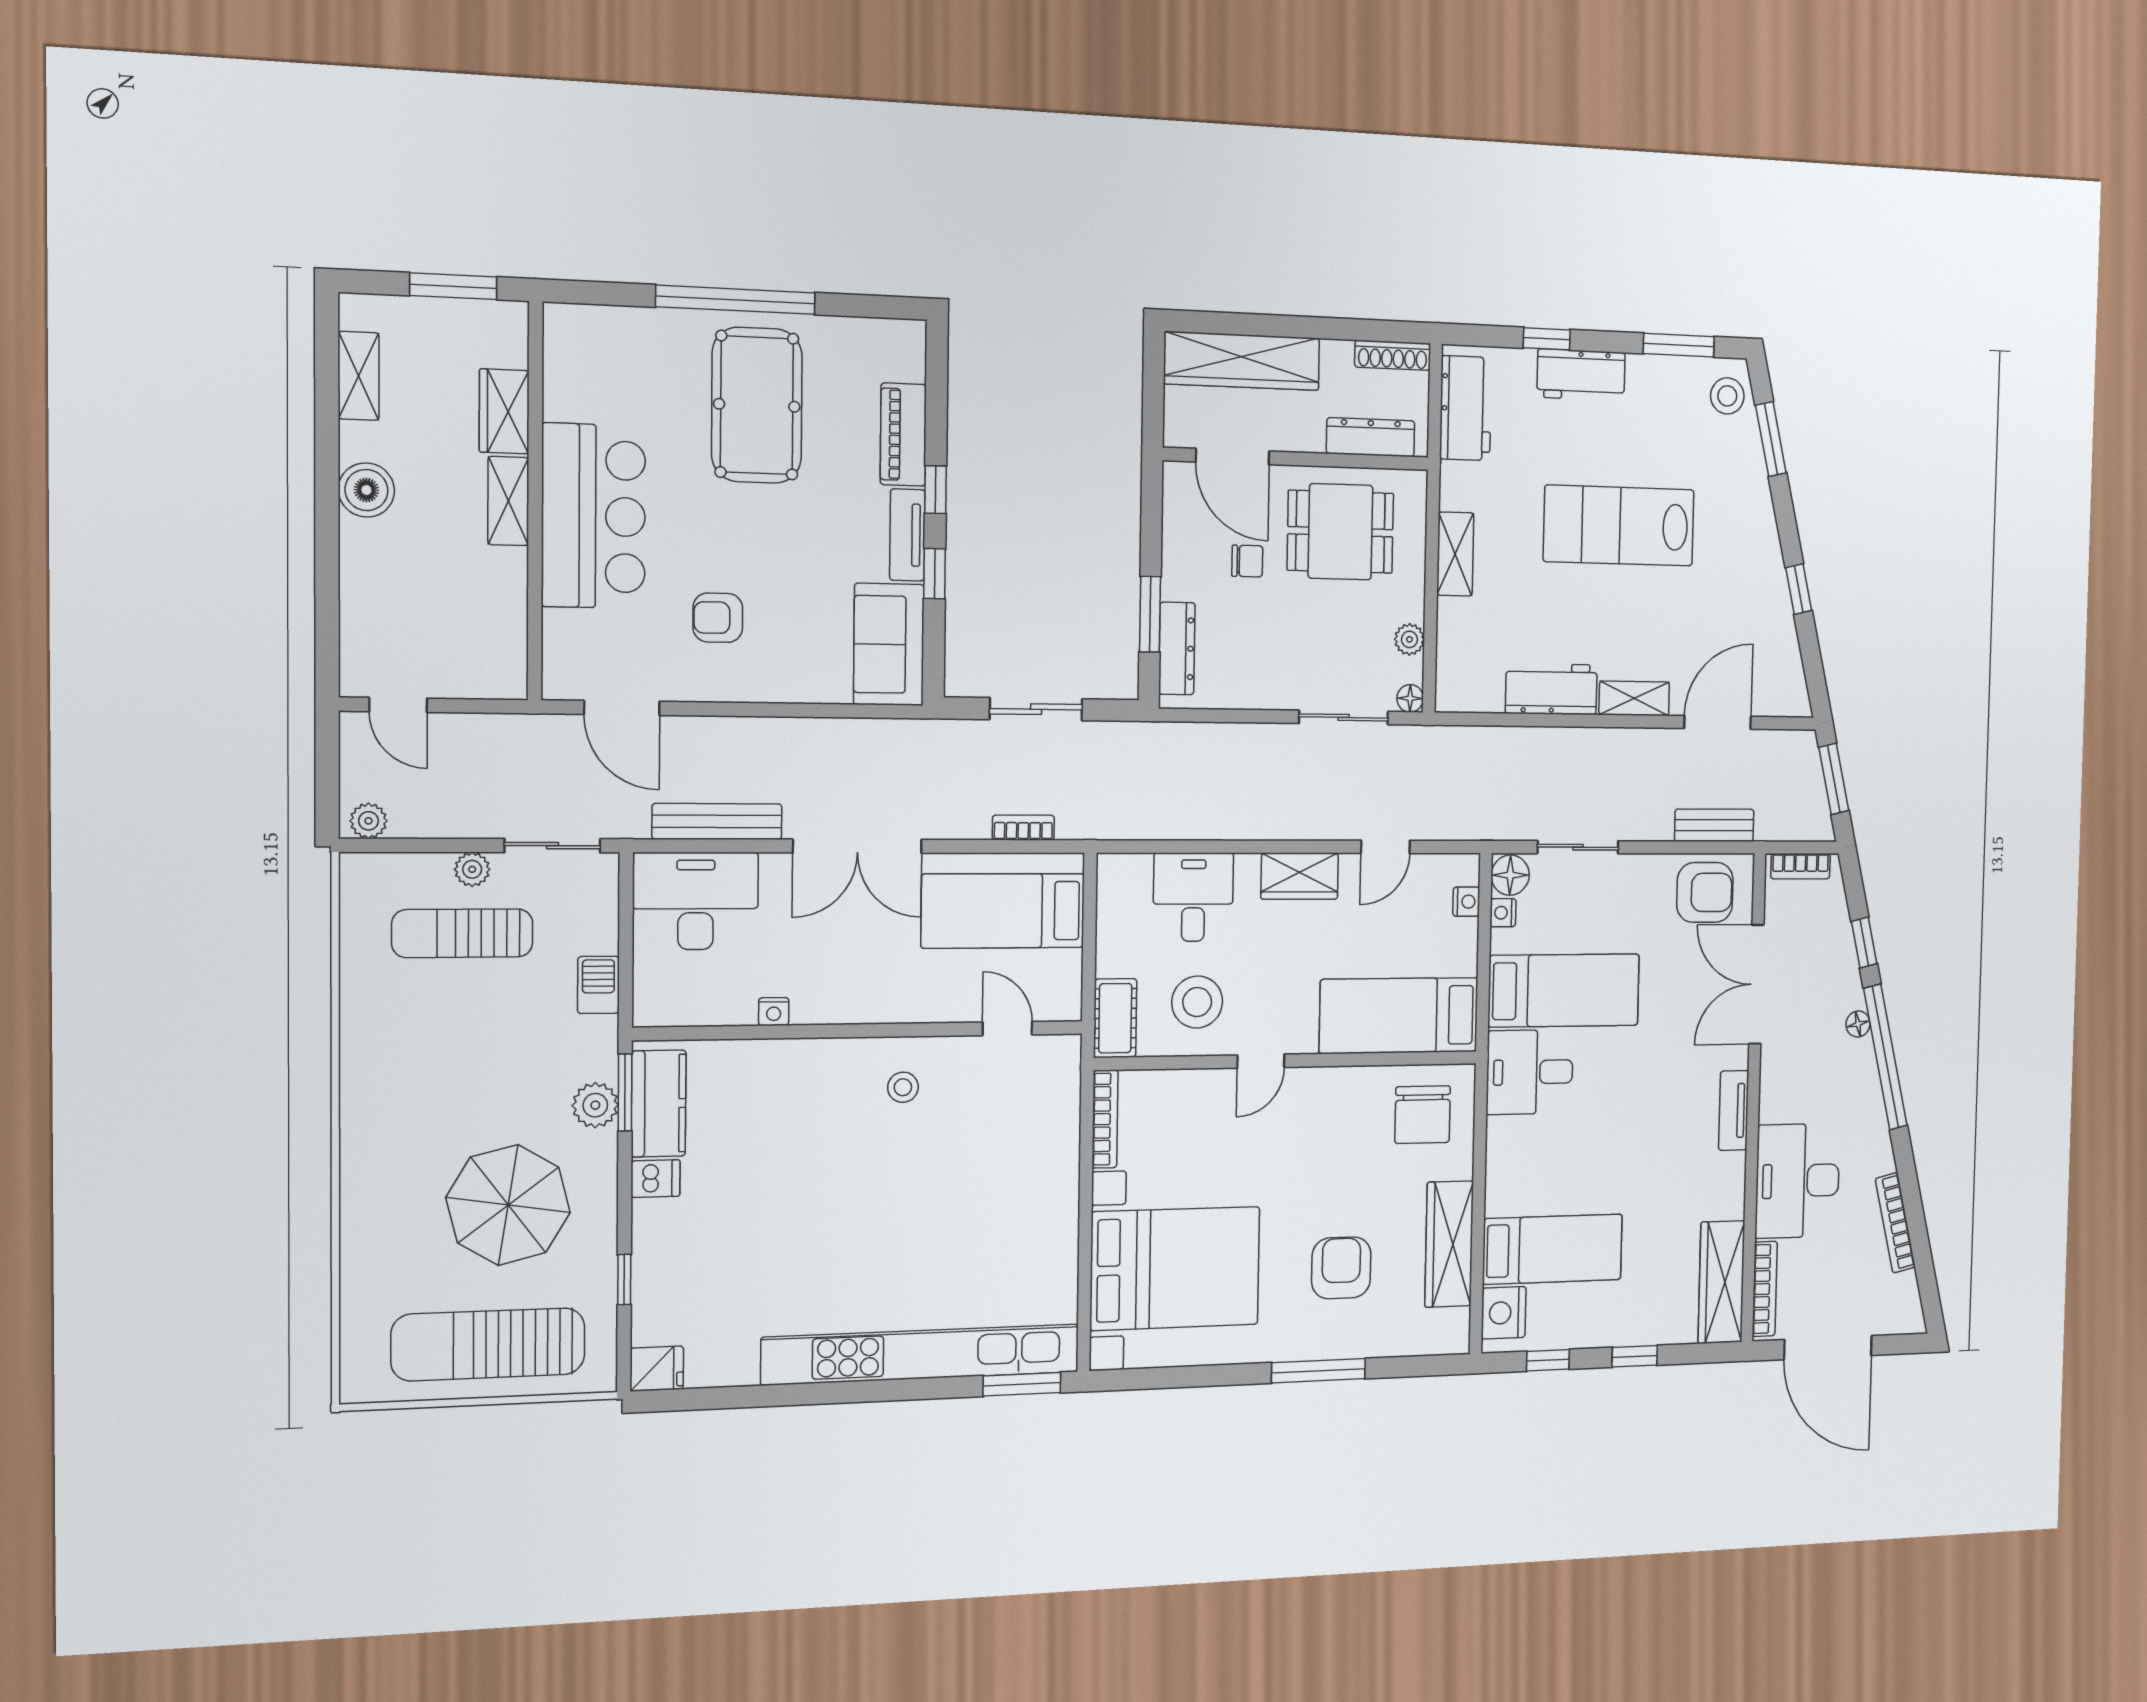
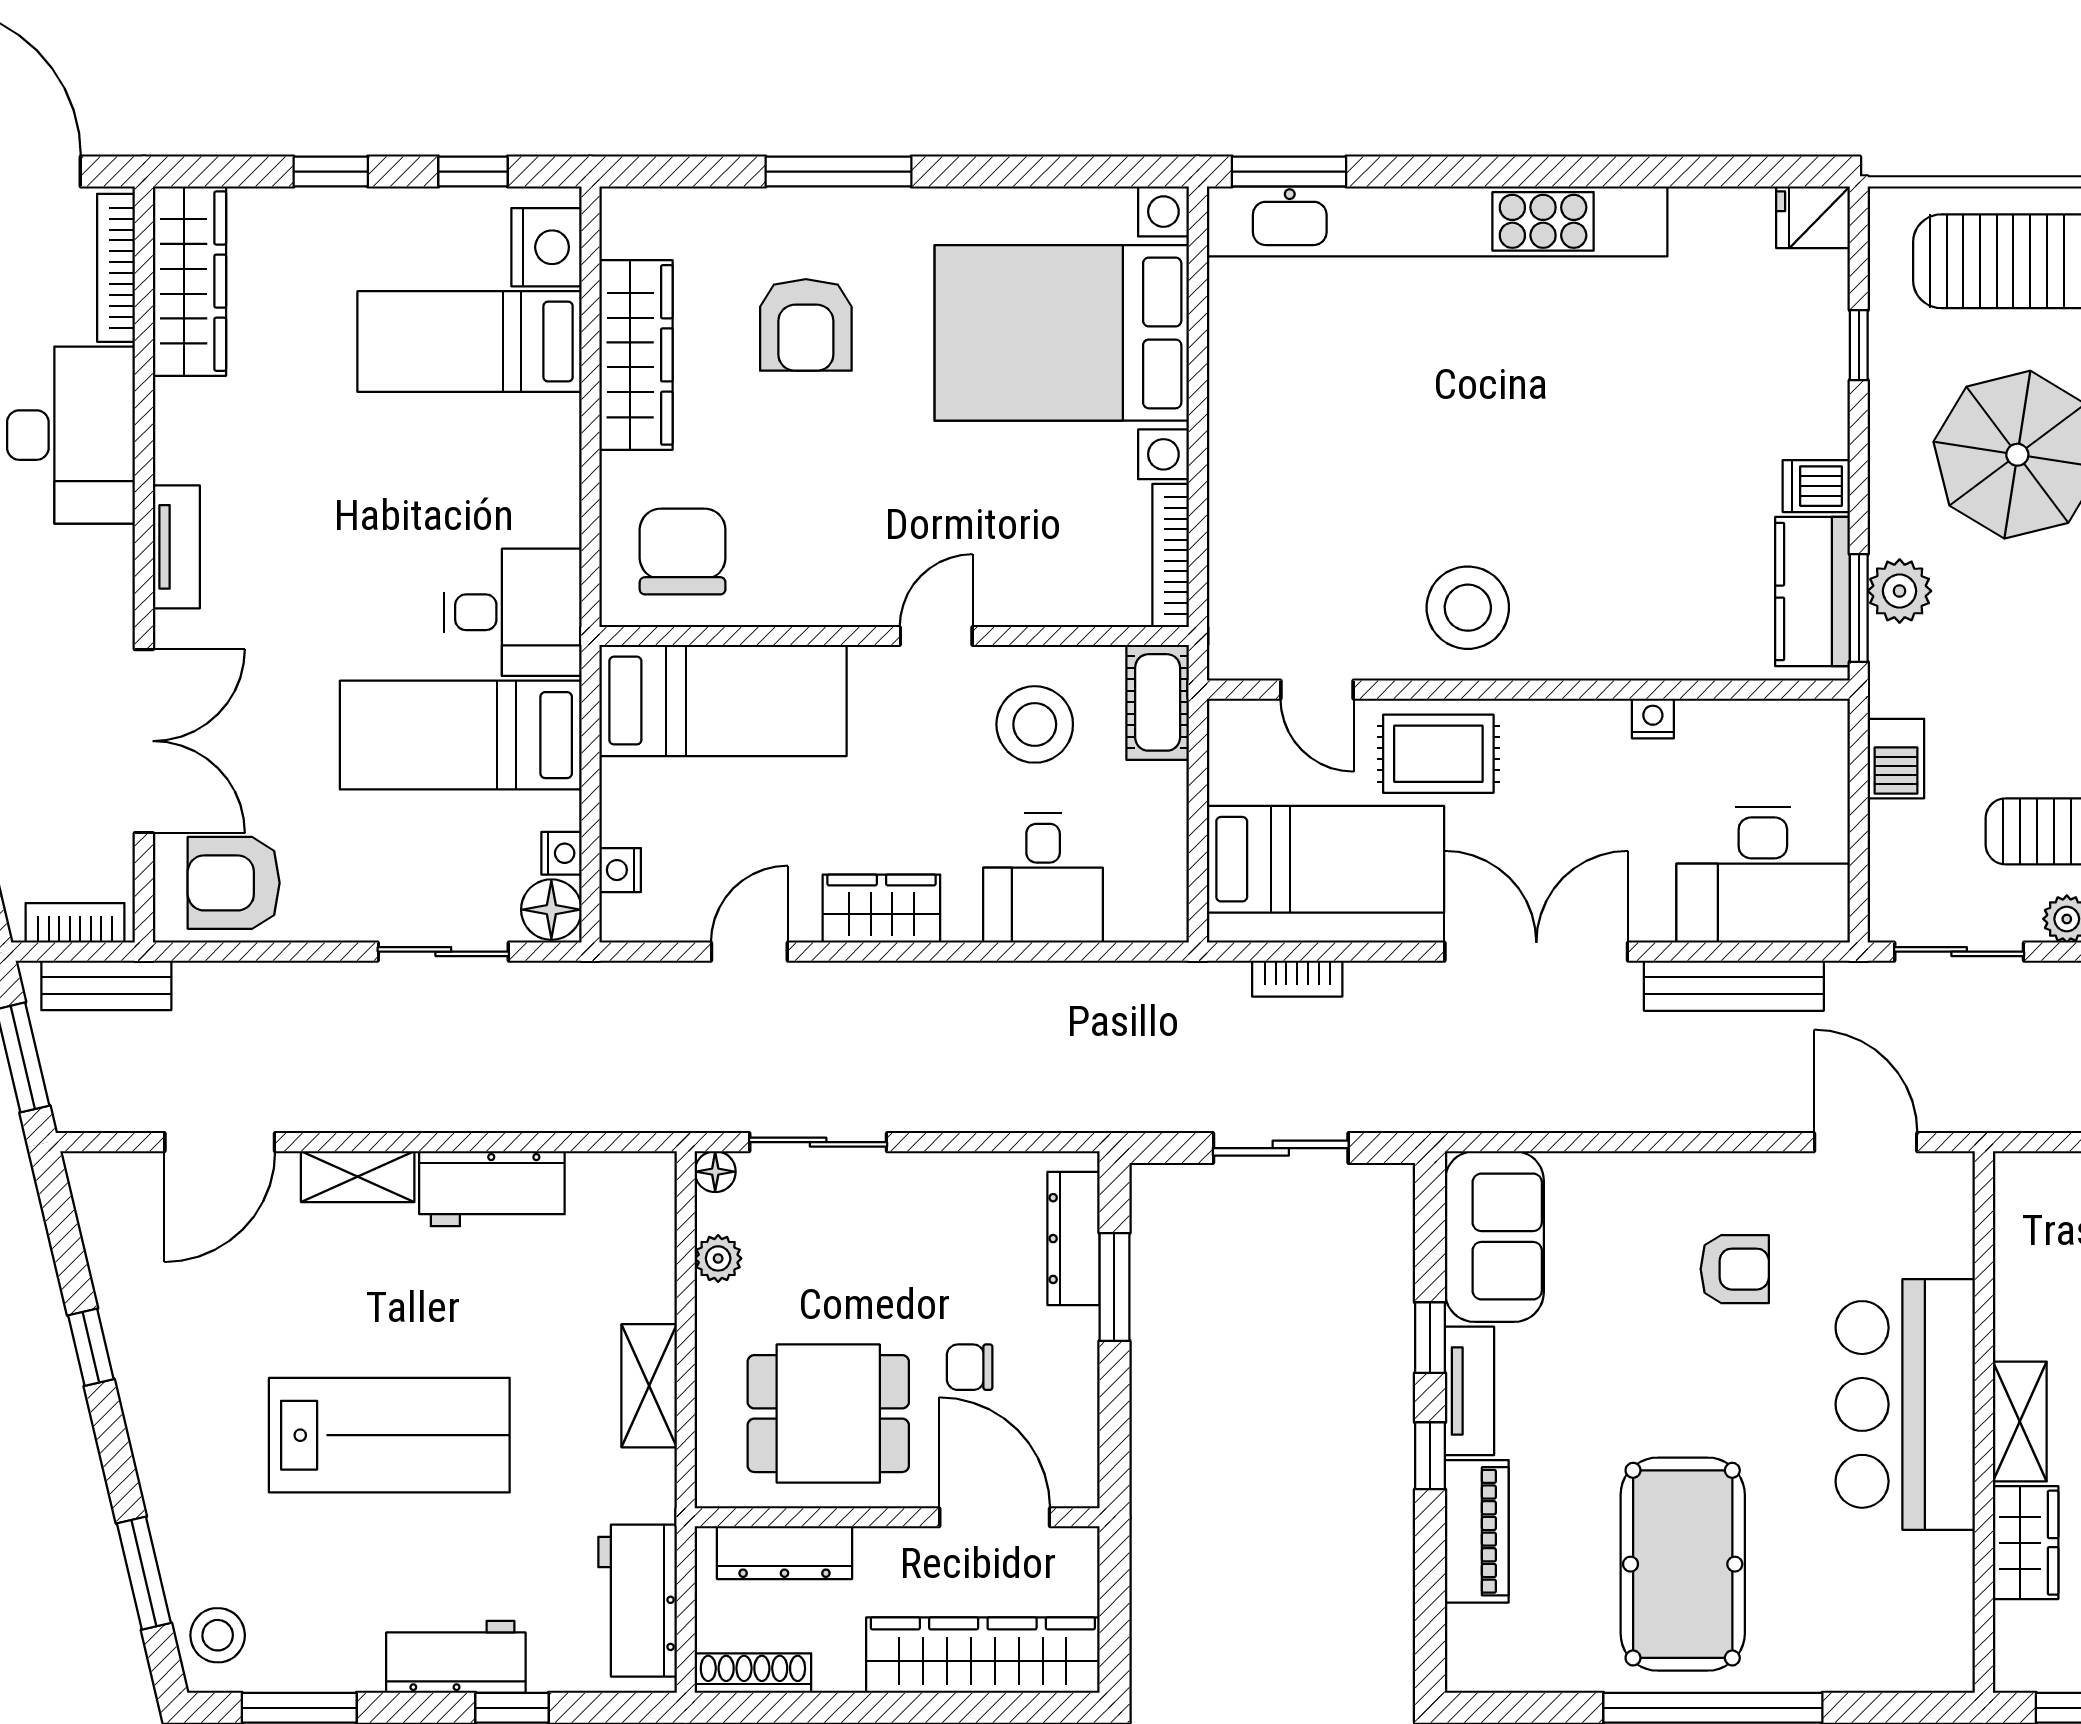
bench: (1714, 825) -> (106, 985), moved
rug: (924, 985) -> (1438, 754), added
stool: (903, 1087) -> (1468, 608), width x1.89, depth x1.89

